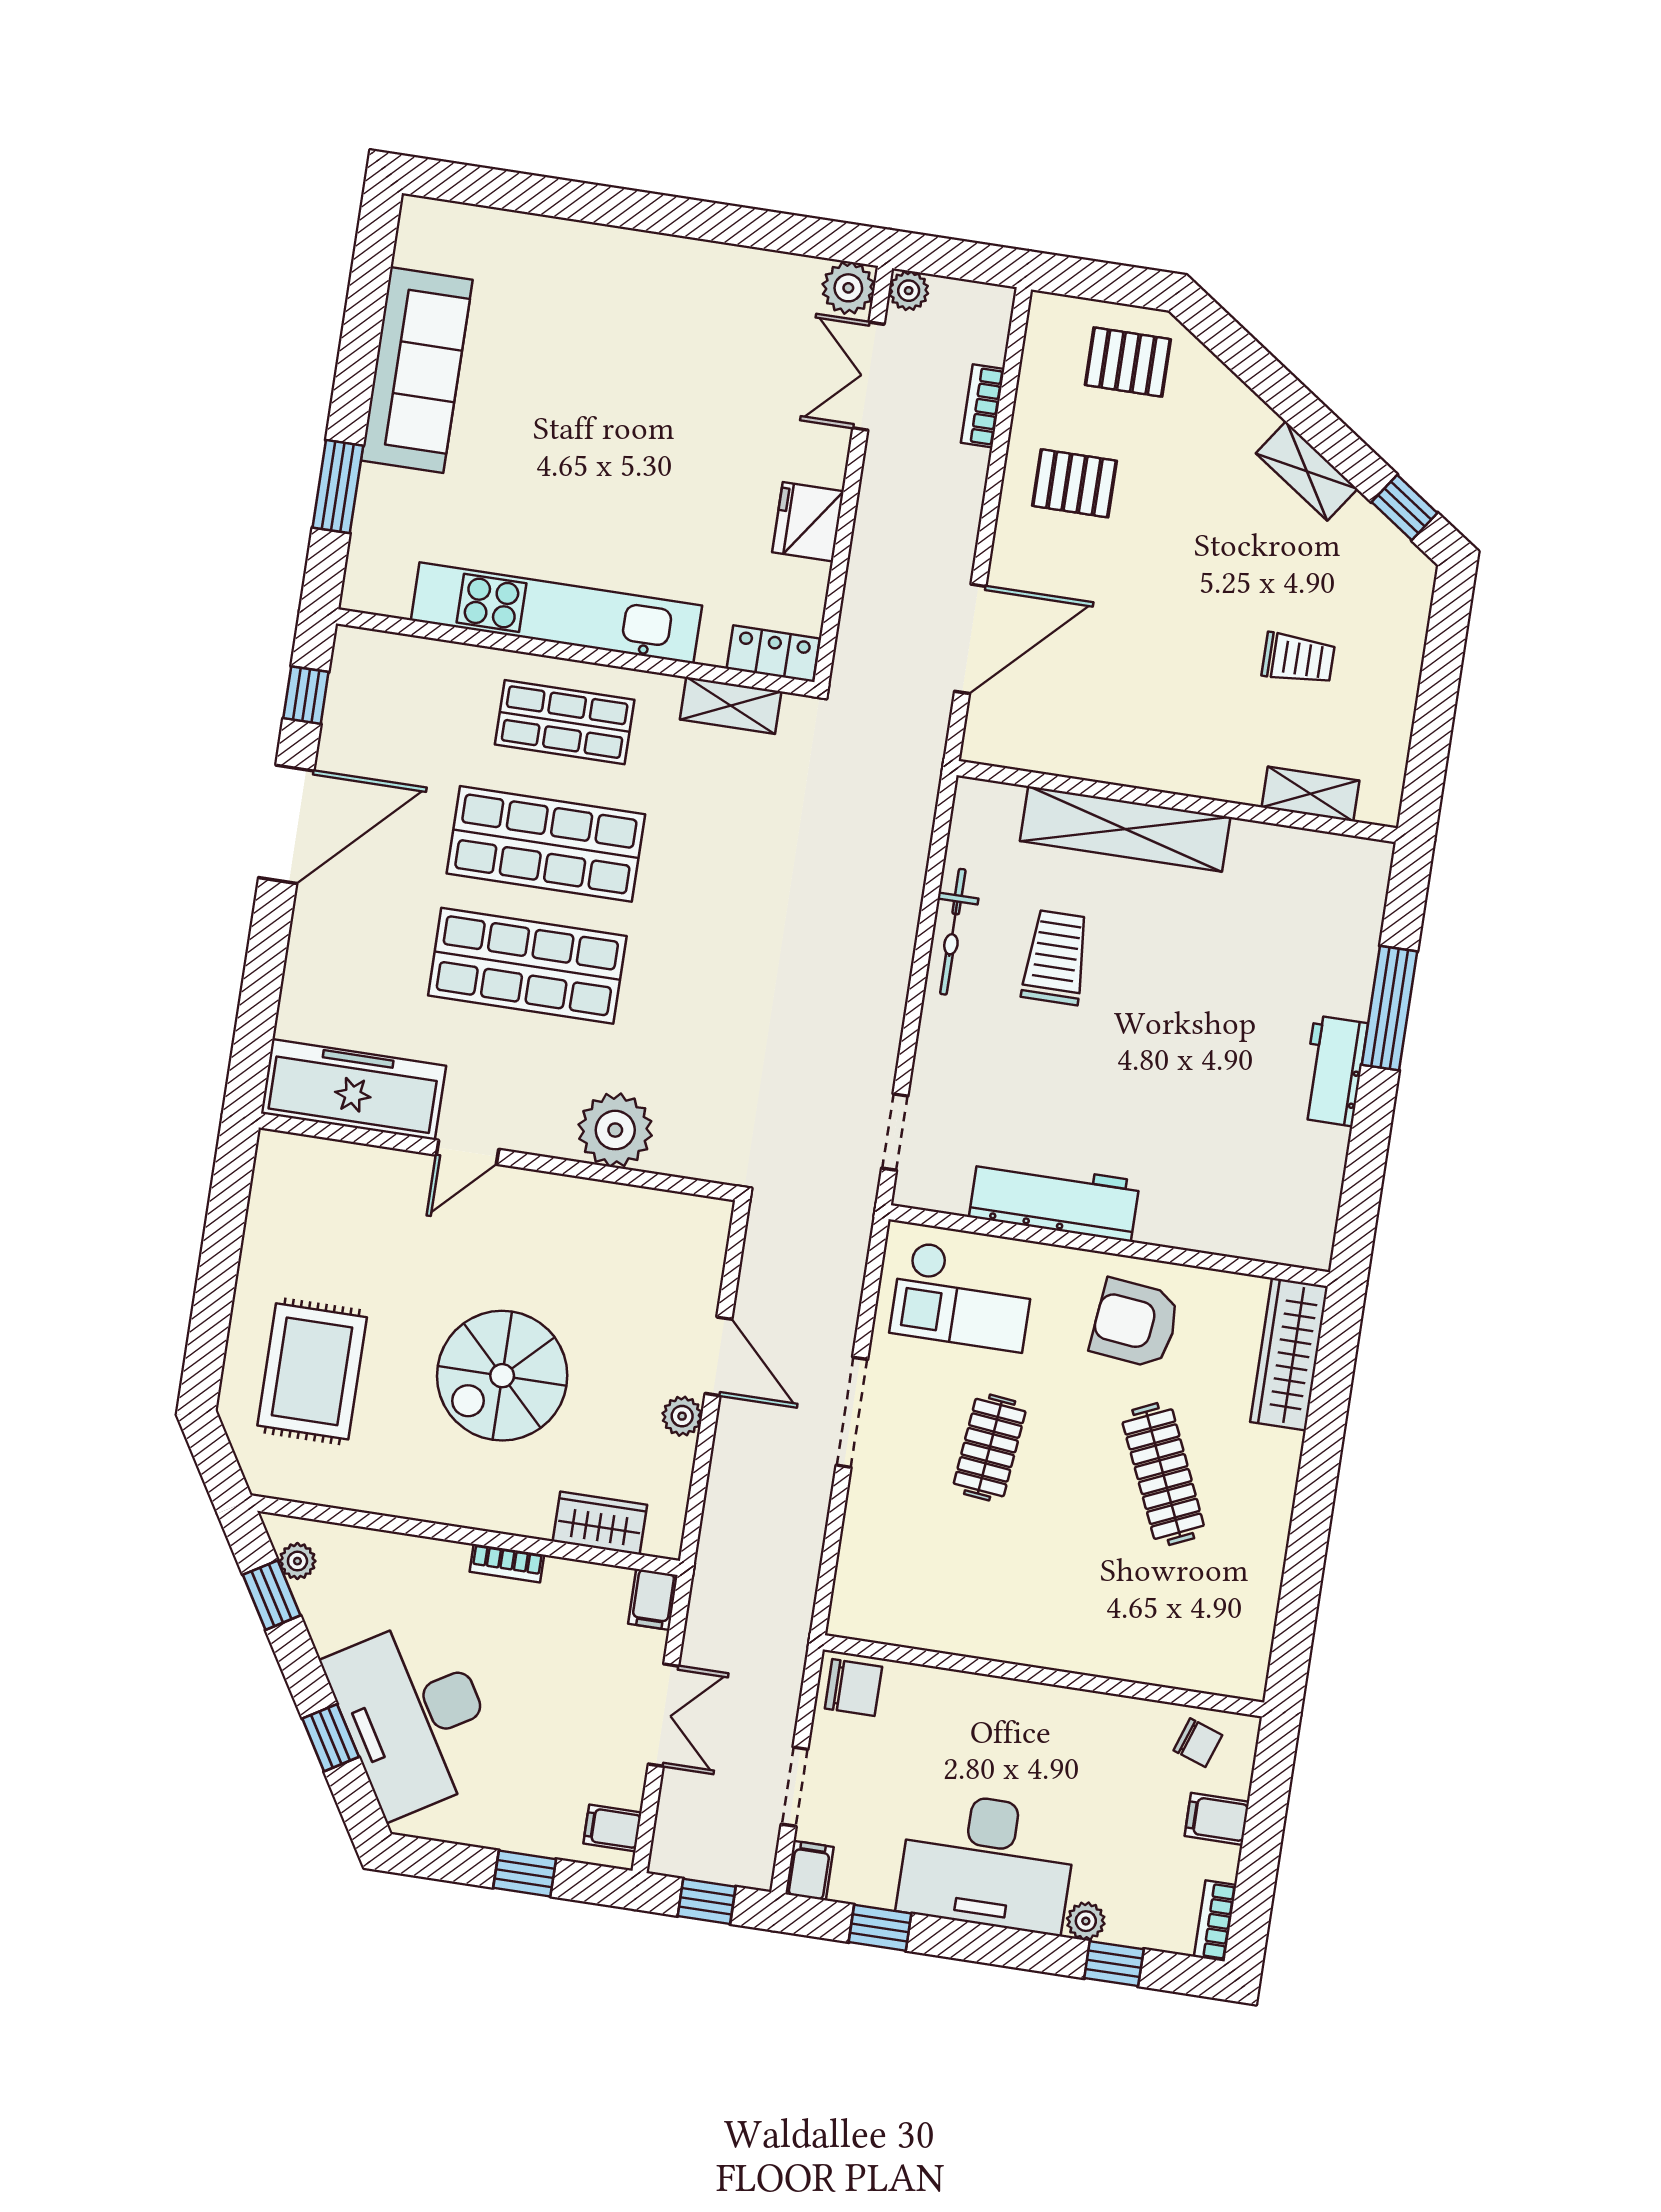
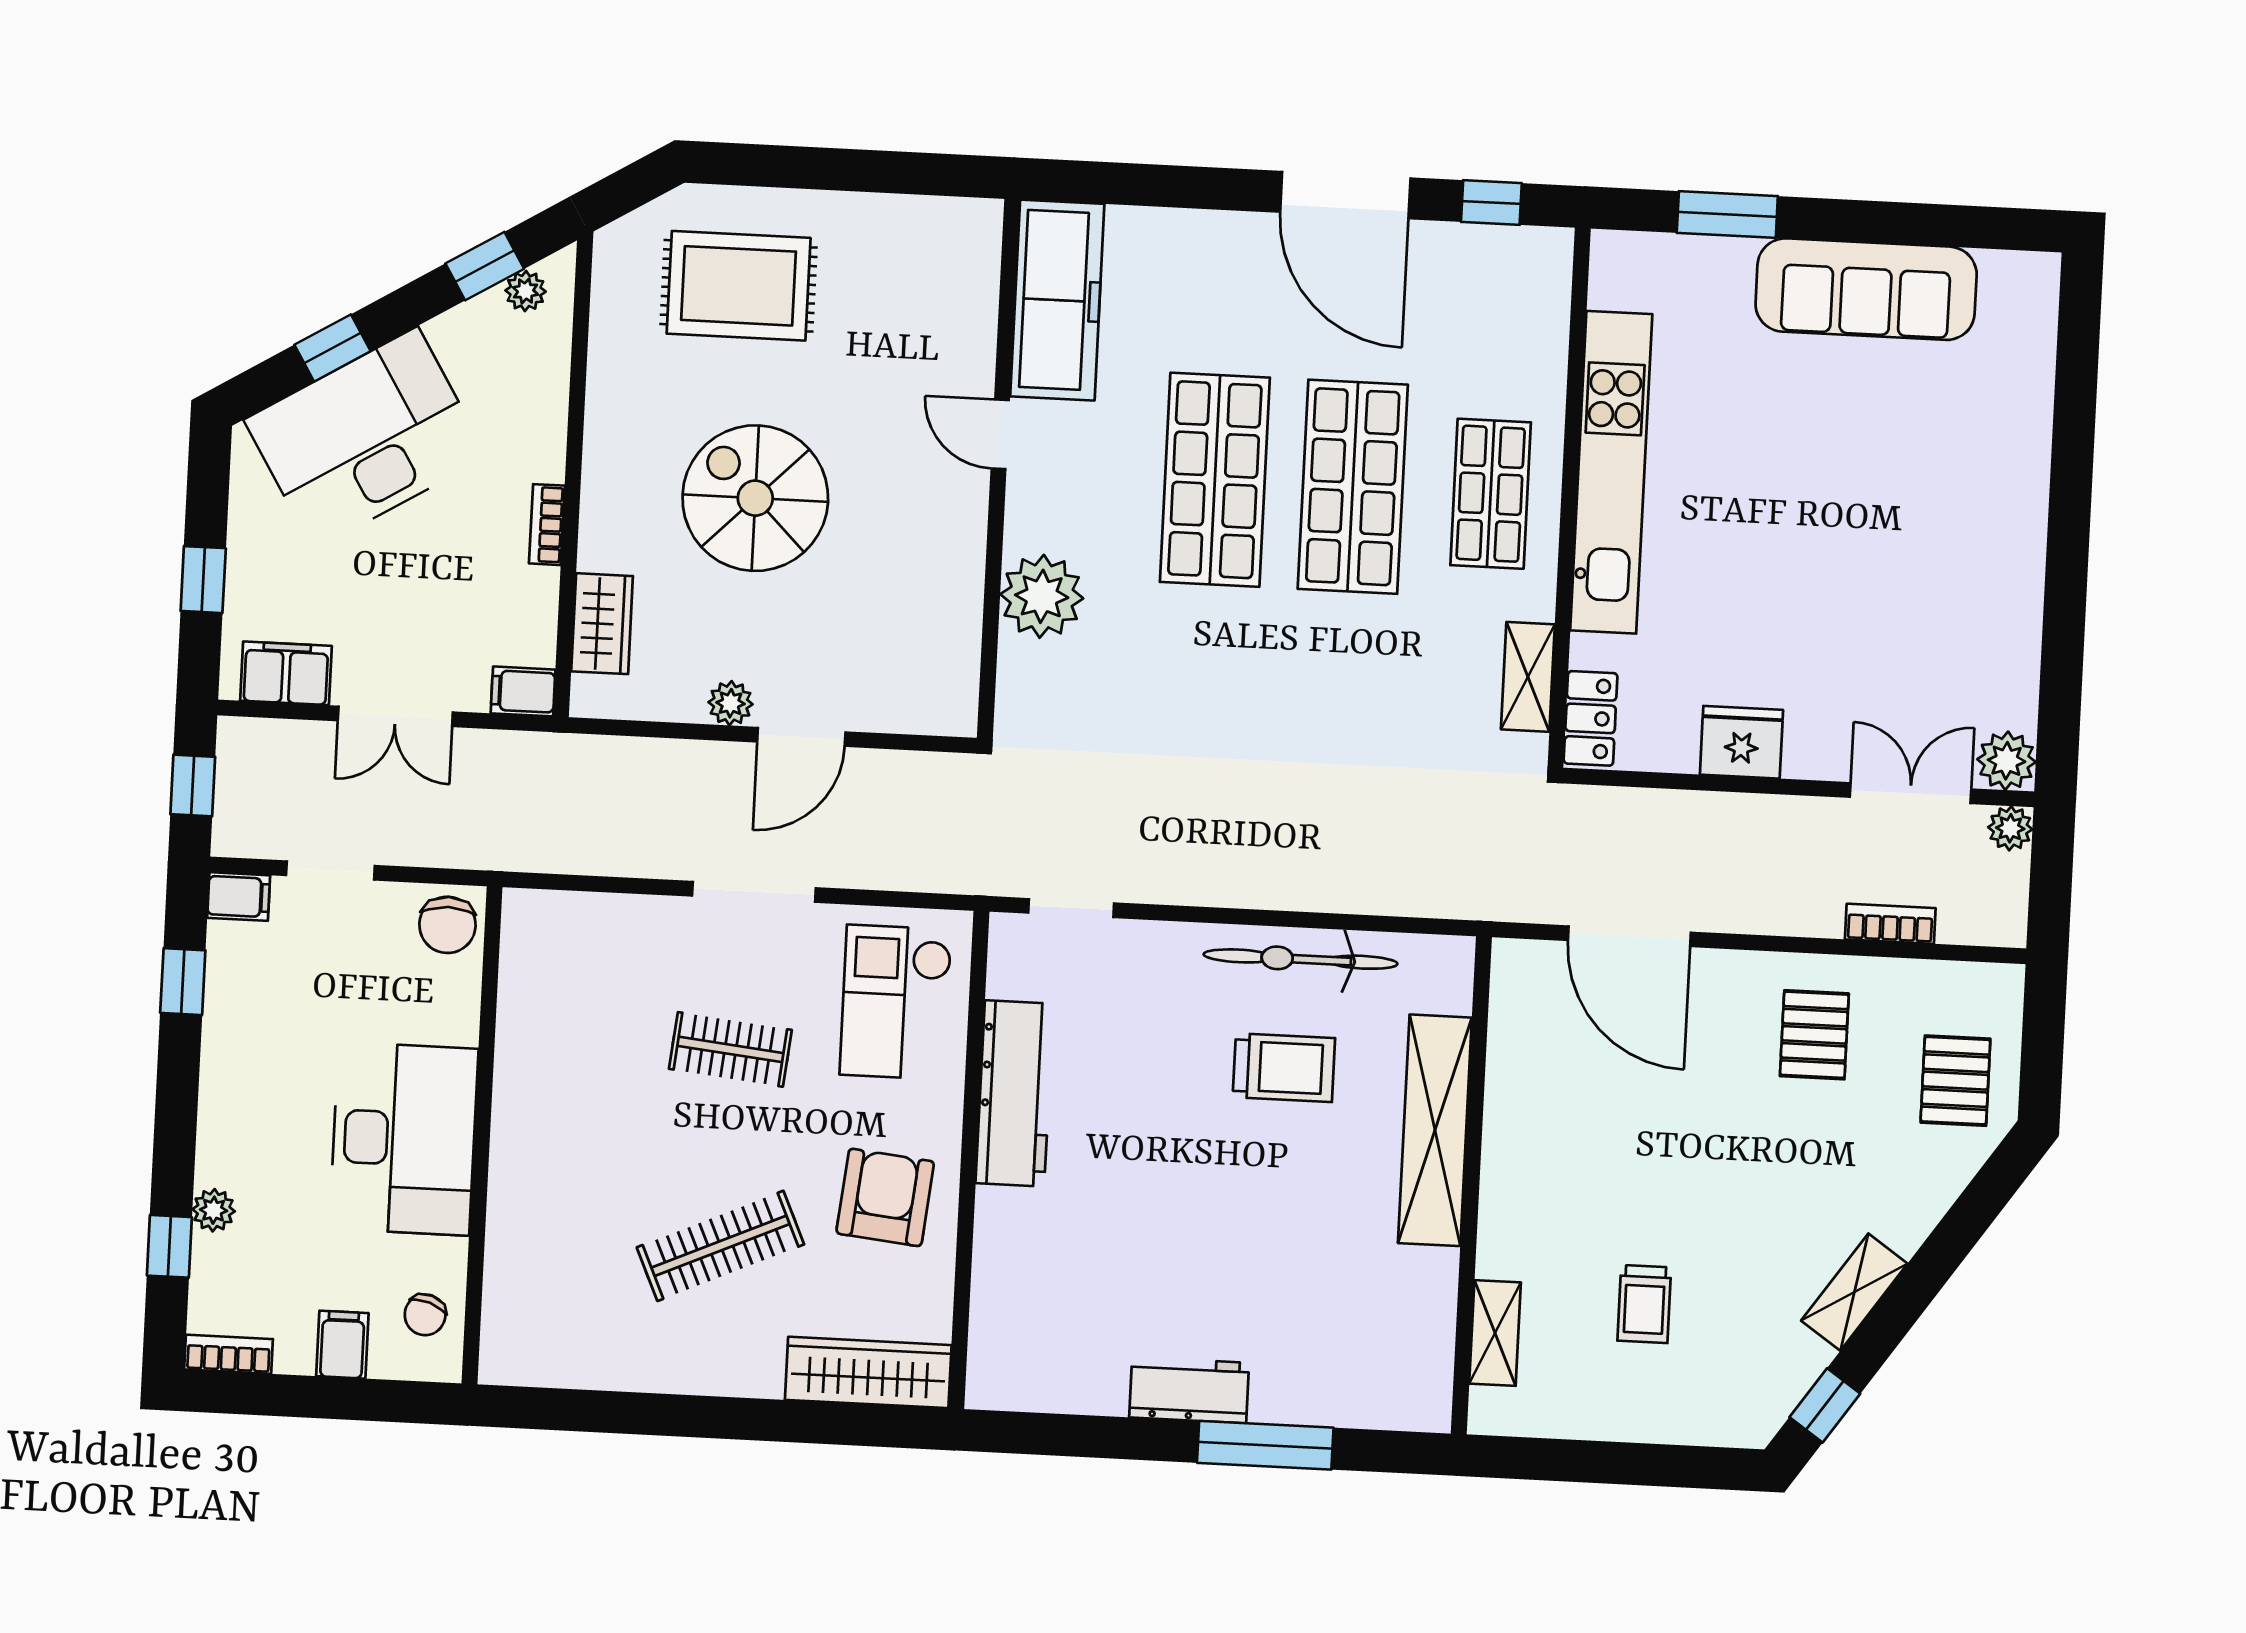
bicycle: (953, 932) -> (1300, 959), width x1.37, depth x1.40
filing cabinet: (612, 1828) -> (286, 673), width x2.00
desk: (987, 1862) -> (404, 1139), moved, turned 180

